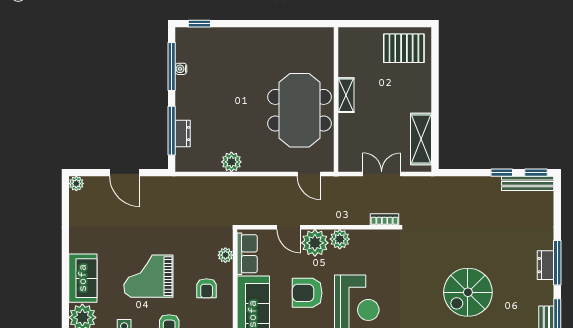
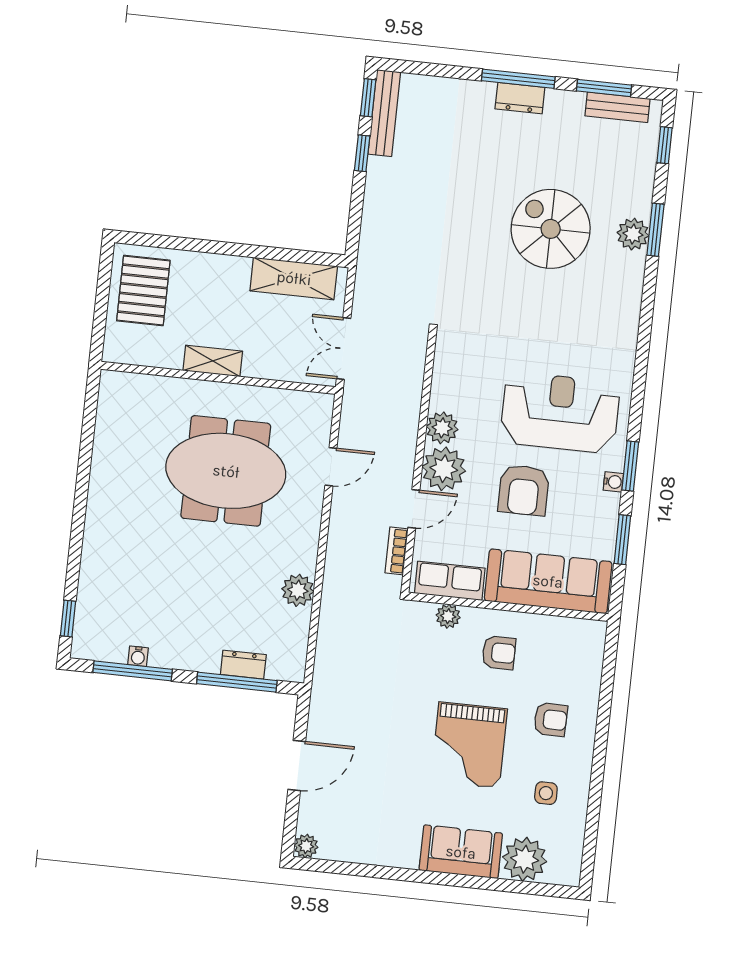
shelving: (346, 95) -> (213, 361), moved
wall: (336, 100) -> (218, 378), moved
bookcase: (385, 219) -> (397, 551), moved
spiral stairs: (468, 292) -> (551, 229), turned 180

